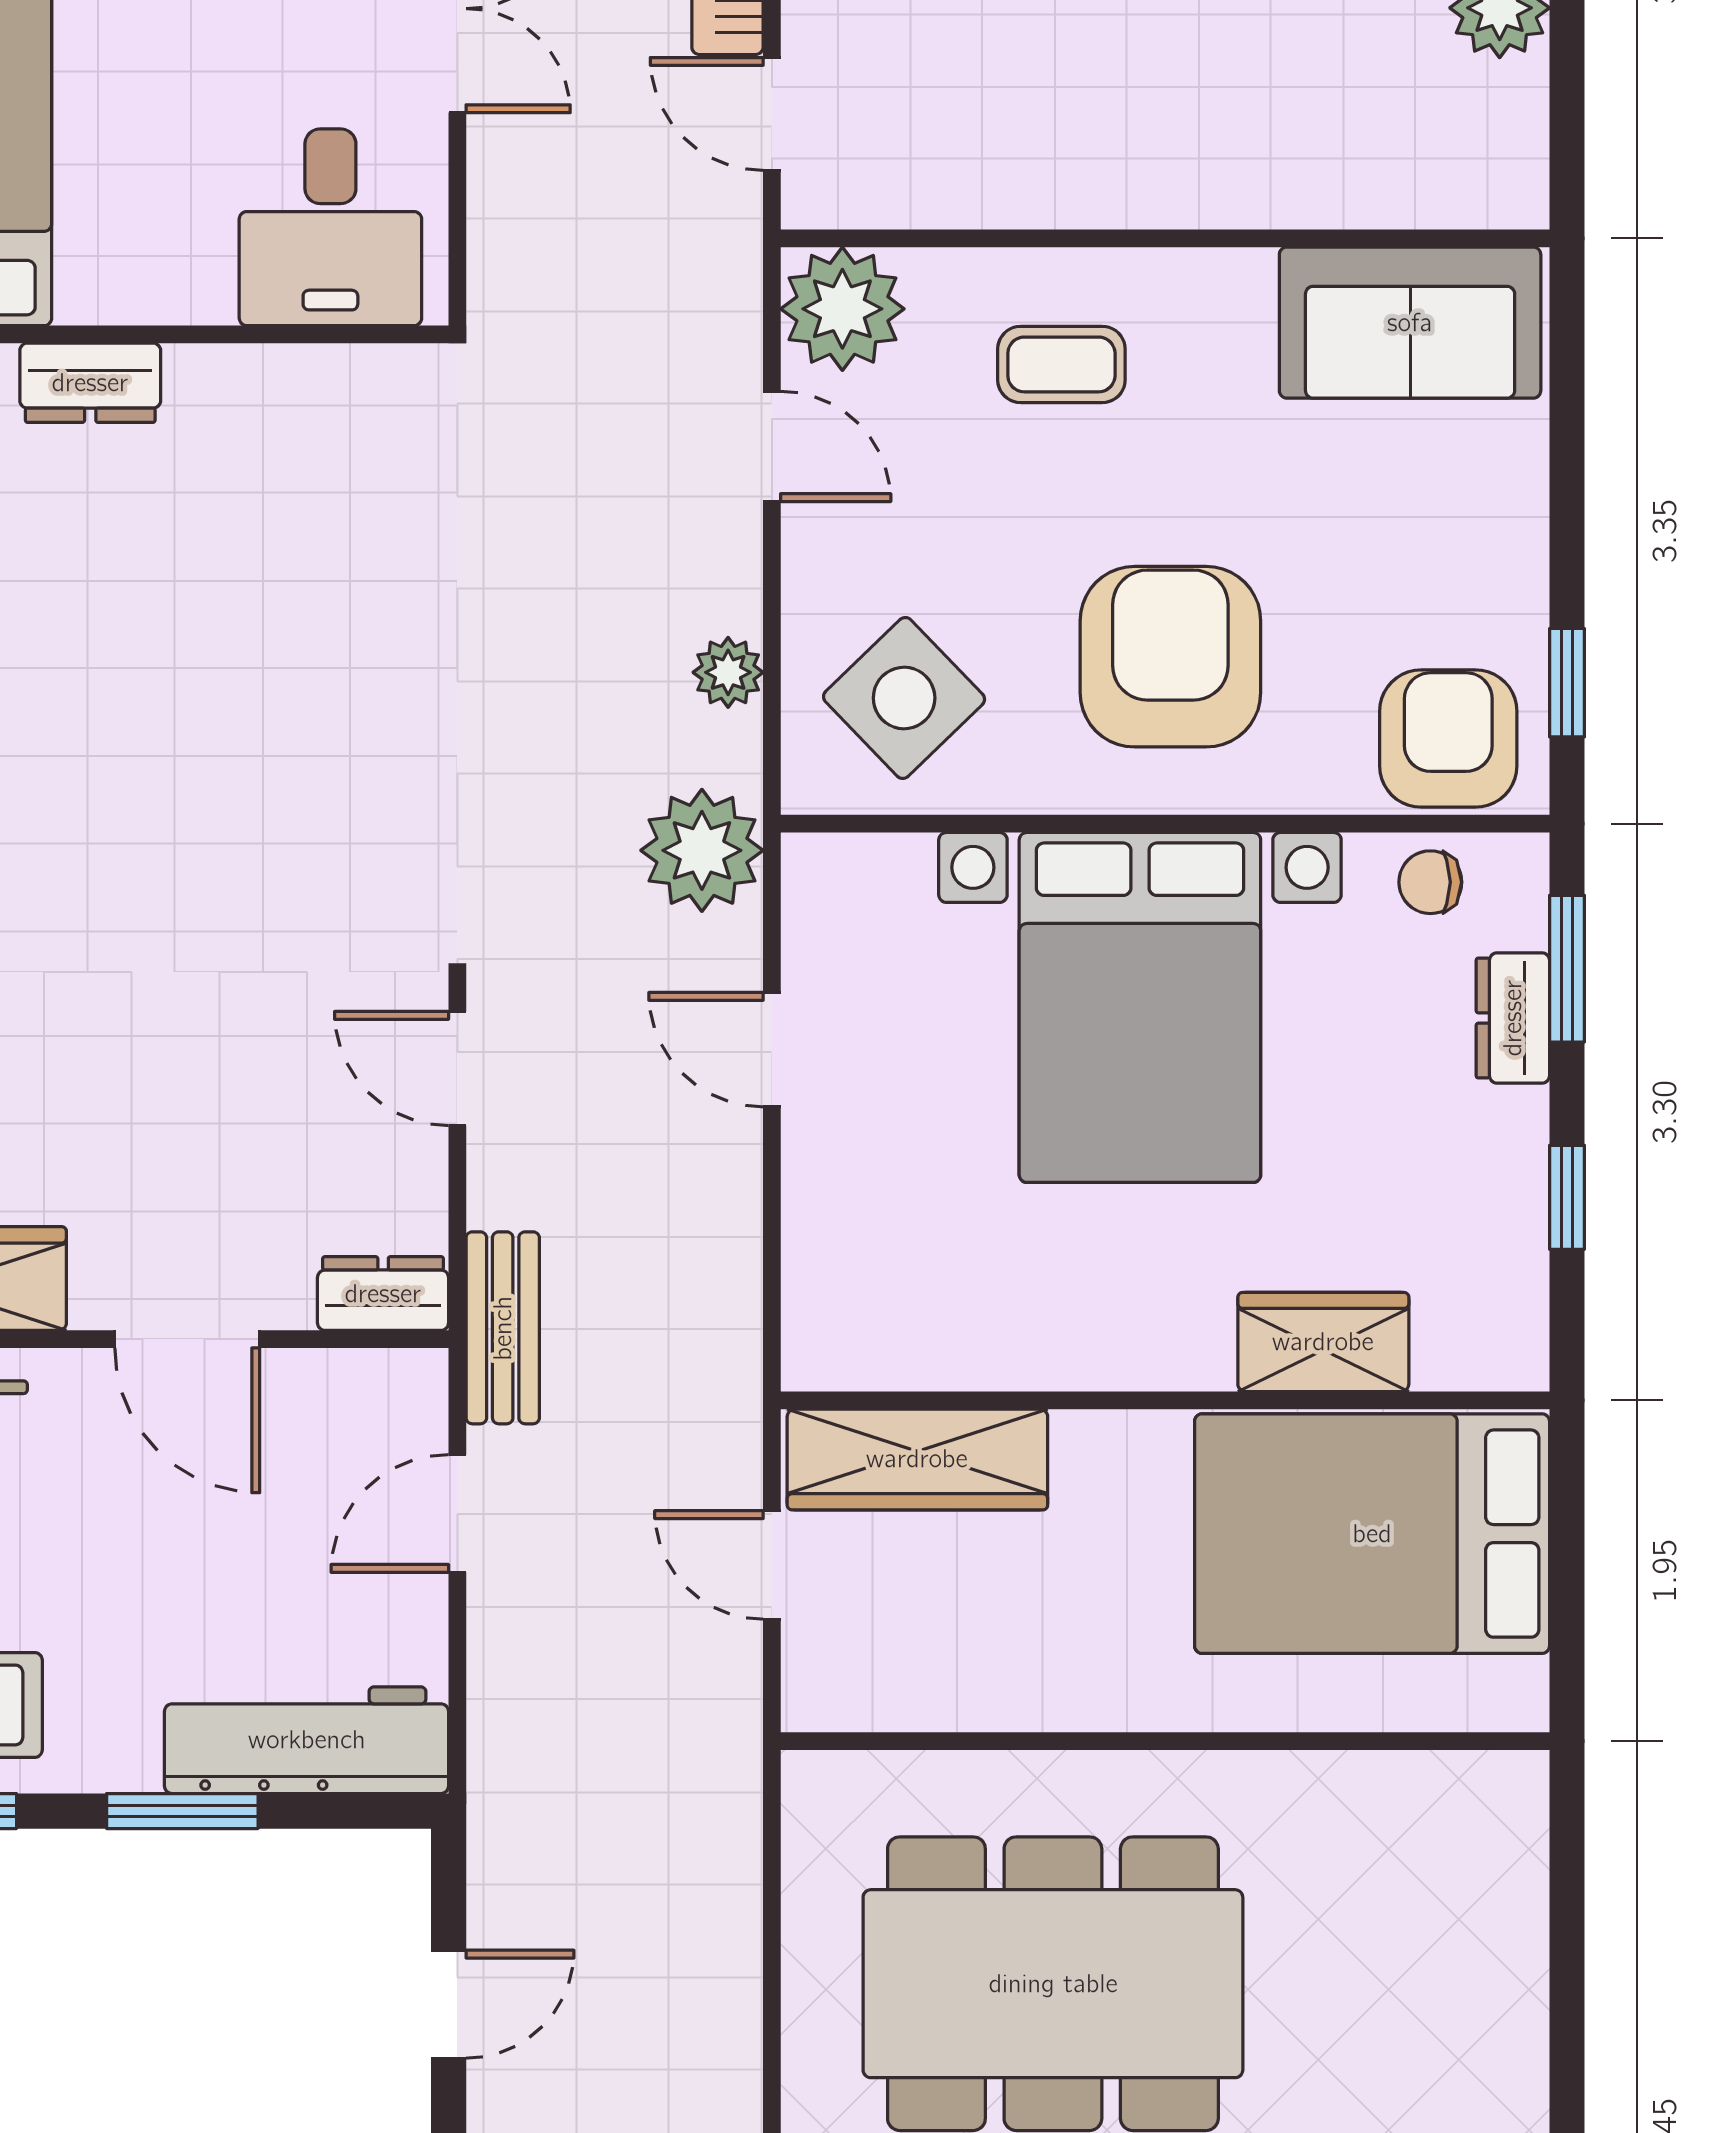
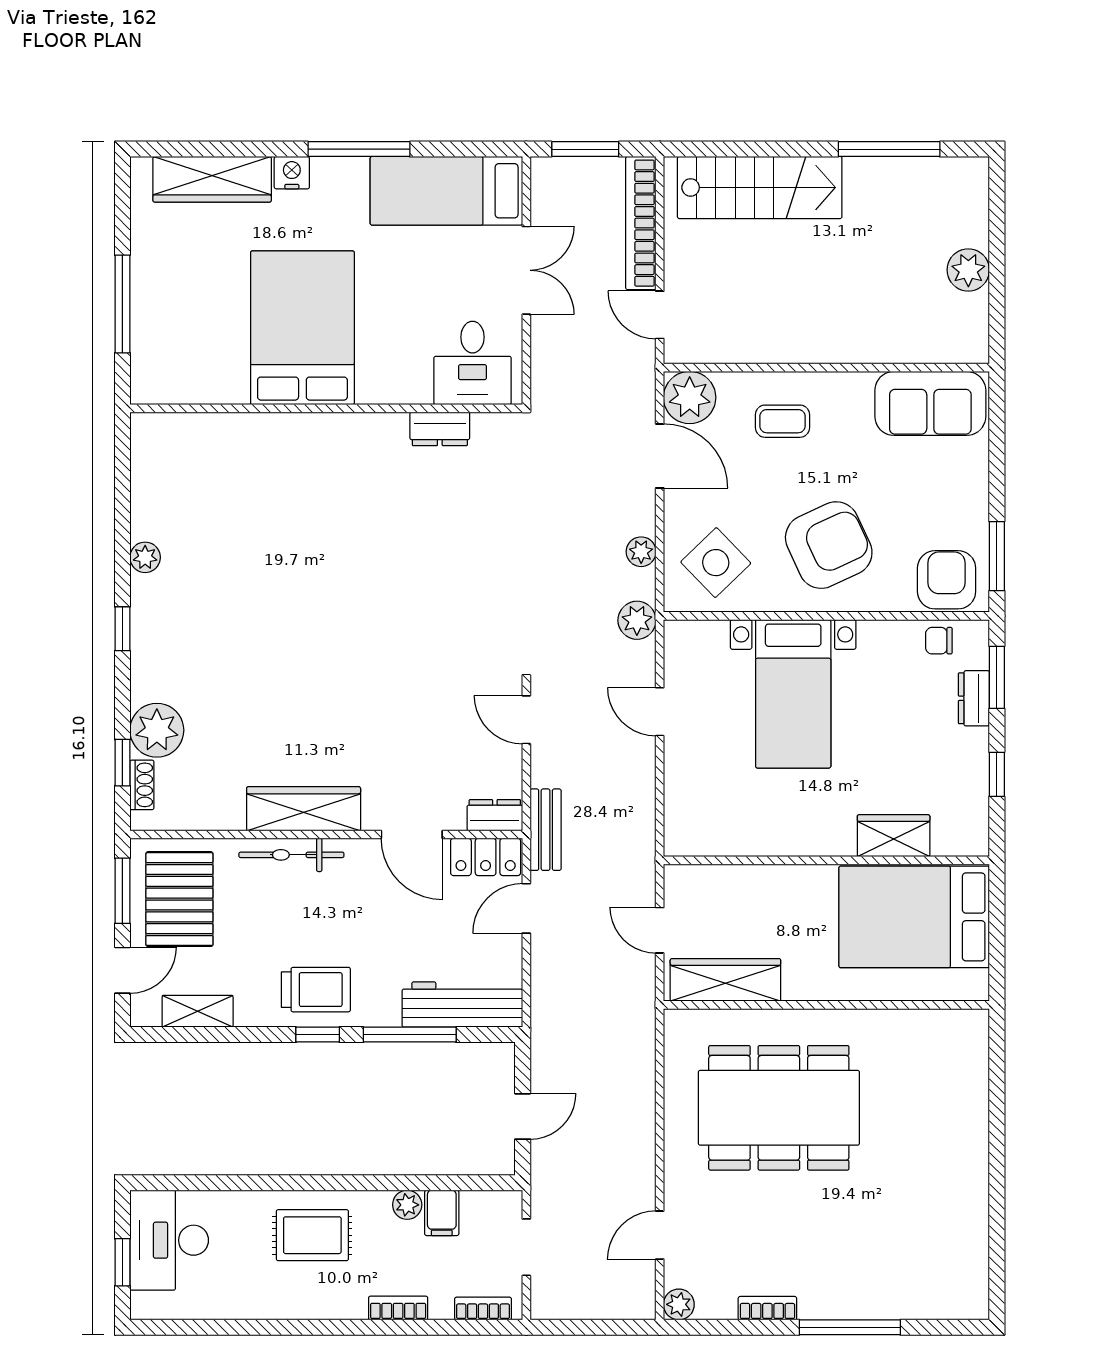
dresser: (90, 383) -> (440, 429), moved
door: (772, 446) -> (660, 456), width x1.38
armchair: (1170, 657) -> (829, 545), turned 65
window: (1567, 683) -> (997, 556), width x1.50
plant: (702, 850) -> (637, 620), width x0.73, depth x0.73
bed with nightstands: (1140, 1007) -> (793, 694), width x0.73
locker: (361, 1392) -> (486, 857), added
wardrobe: (917, 1459) -> (725, 980), moved, turned 180
window: (182, 1811) -> (410, 1035), width x1.44

